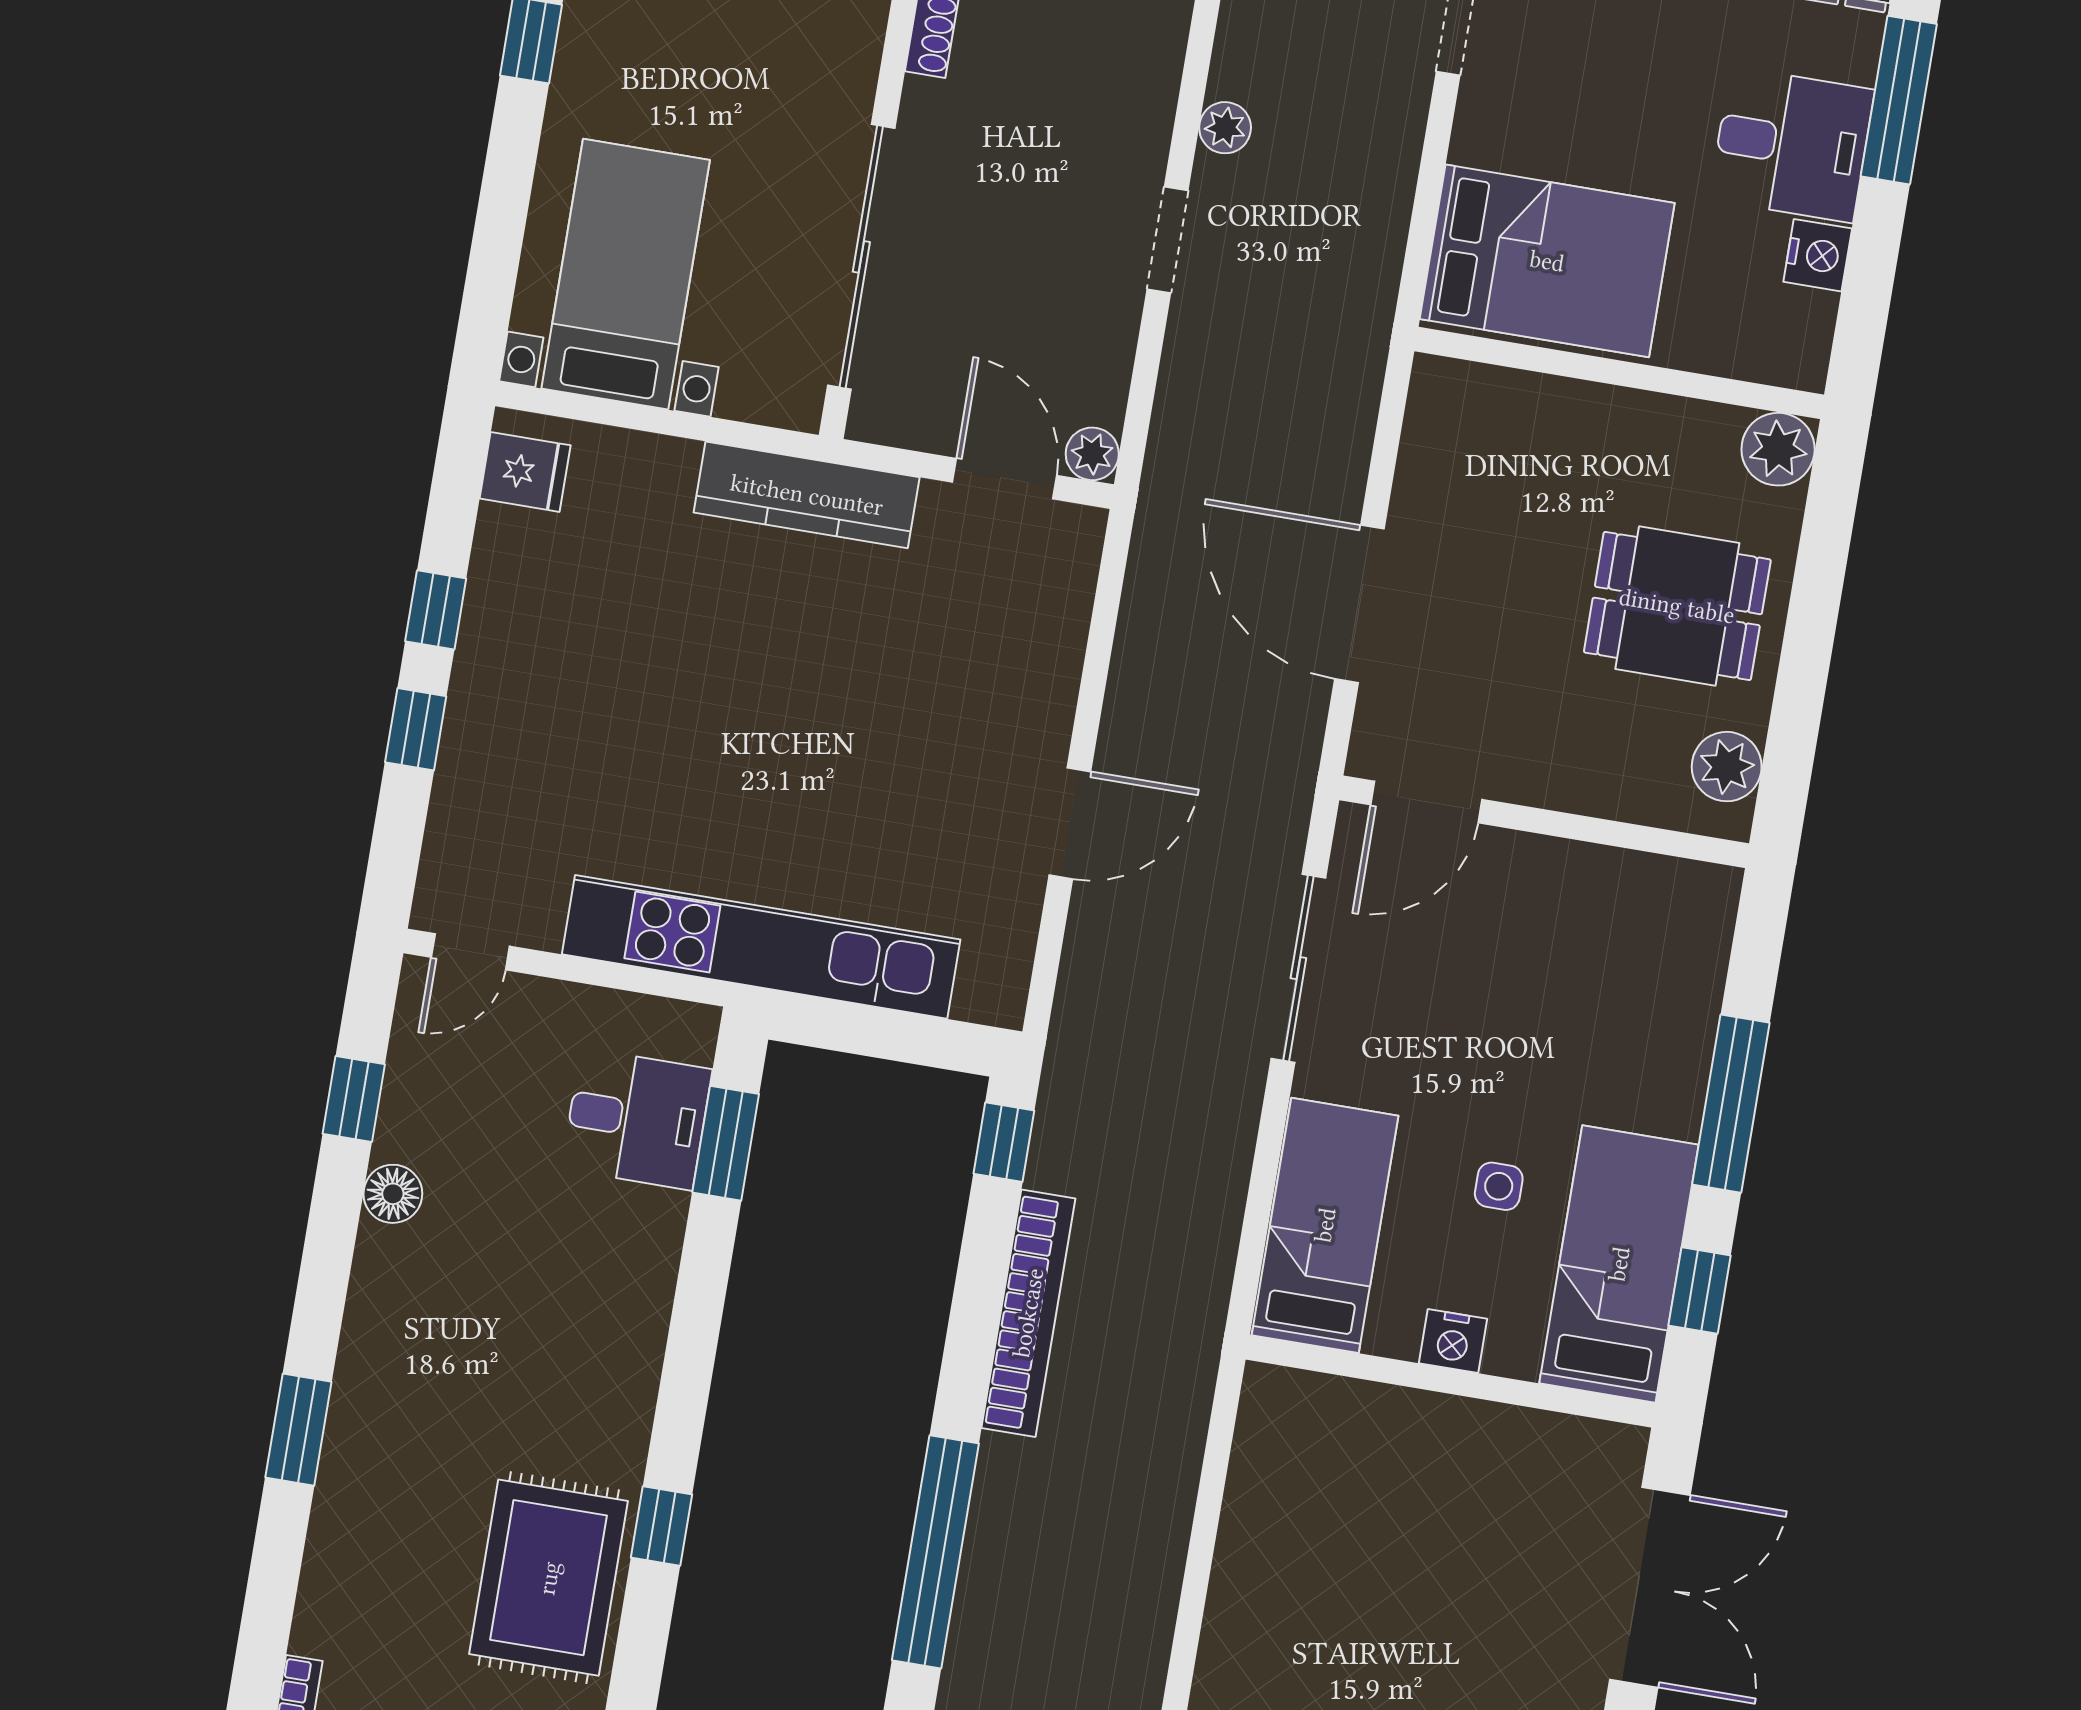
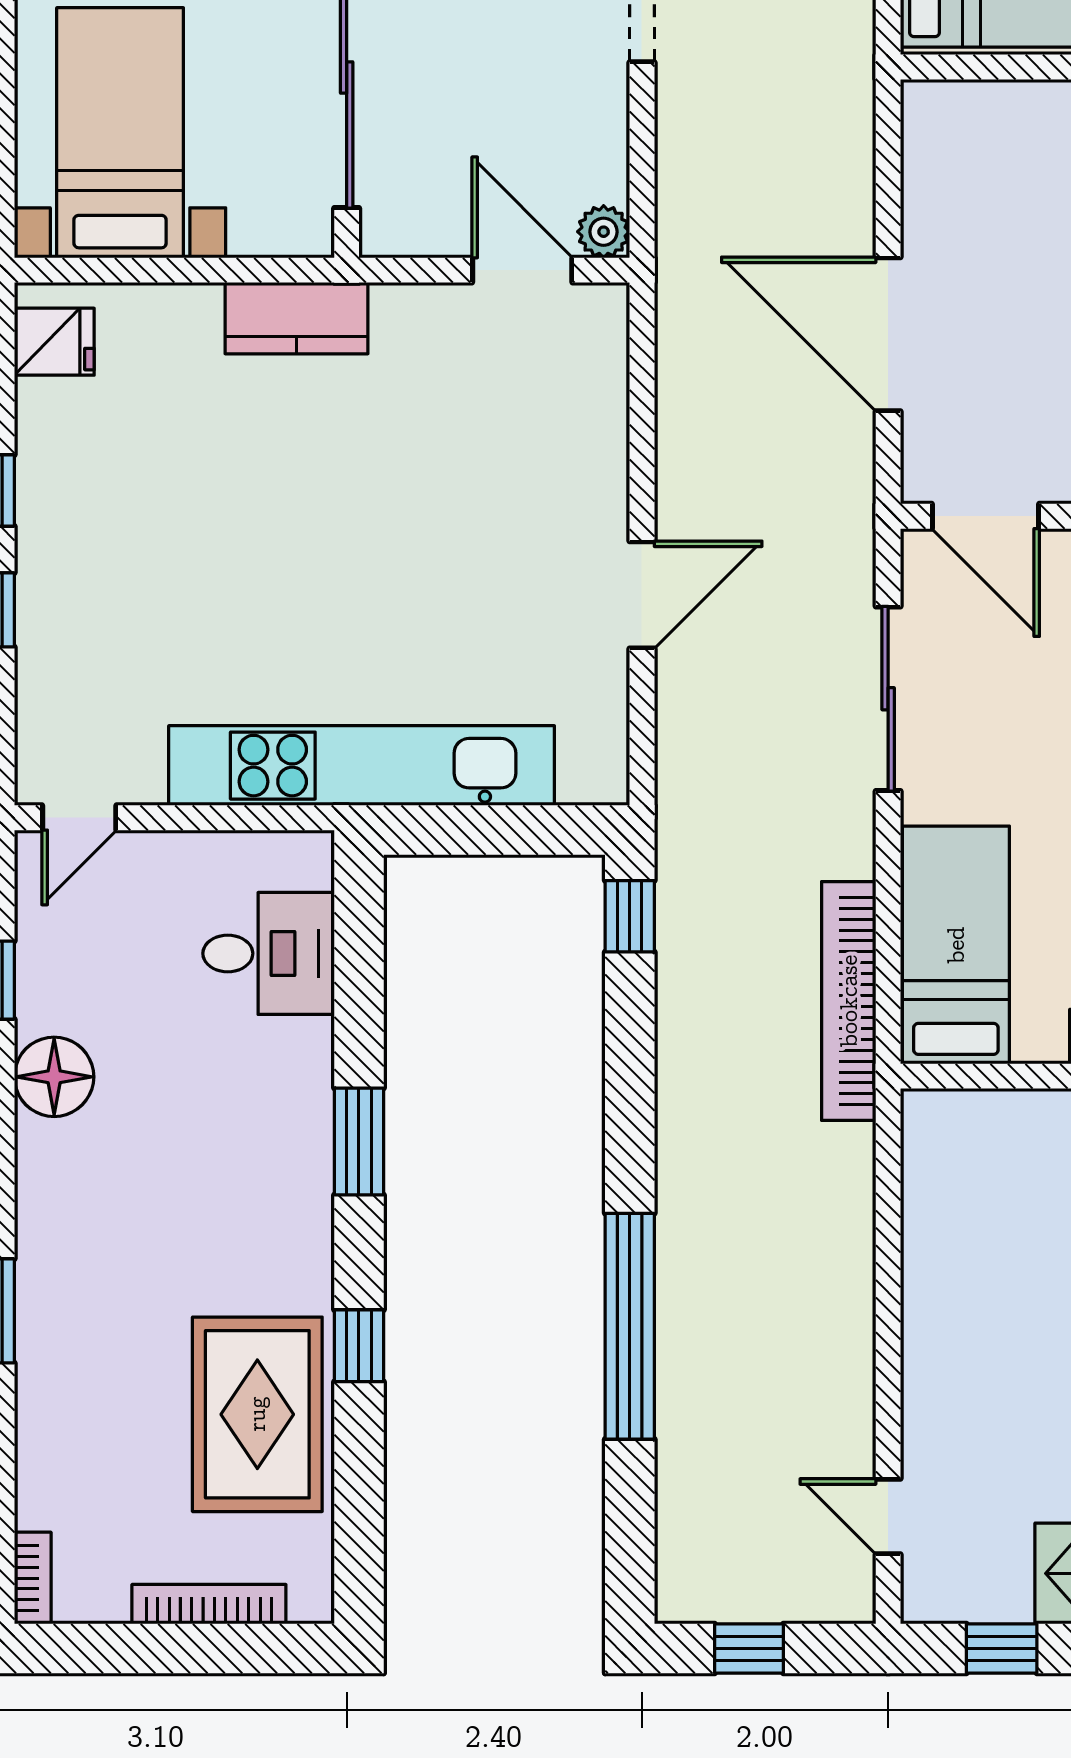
kitchen counter: (807, 495) -> (297, 318), width x0.67
door: (1426, 802) -> (985, 516), hinge flipped
window: (726, 1143) -> (359, 1141), moved
floor lamp: (393, 1194) -> (54, 1077), width x1.38, depth x1.38
bookcase: (1028, 1313) -> (849, 1001), moved, turned 180

